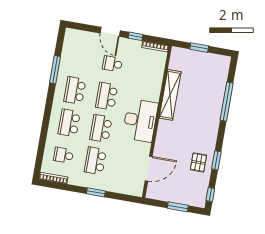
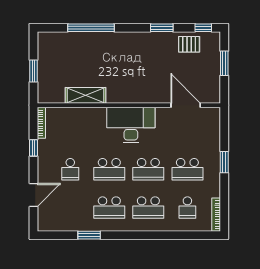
door: (110, 32) -> (33, 195), moved
window: (55, 70) -> (89, 235), width x0.69
shelving: (170, 95) -> (86, 95), width x0.68
pallet: (198, 162) -> (189, 44), moved

